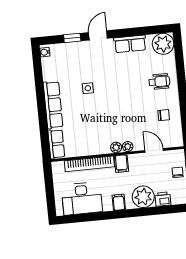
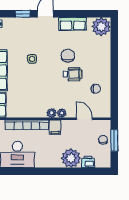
chair: (128, 80) -> (68, 56), added
wheelchair: (159, 82) -> (73, 74), moved
filing cabinet: (119, 202) -> (49, 161), removed

